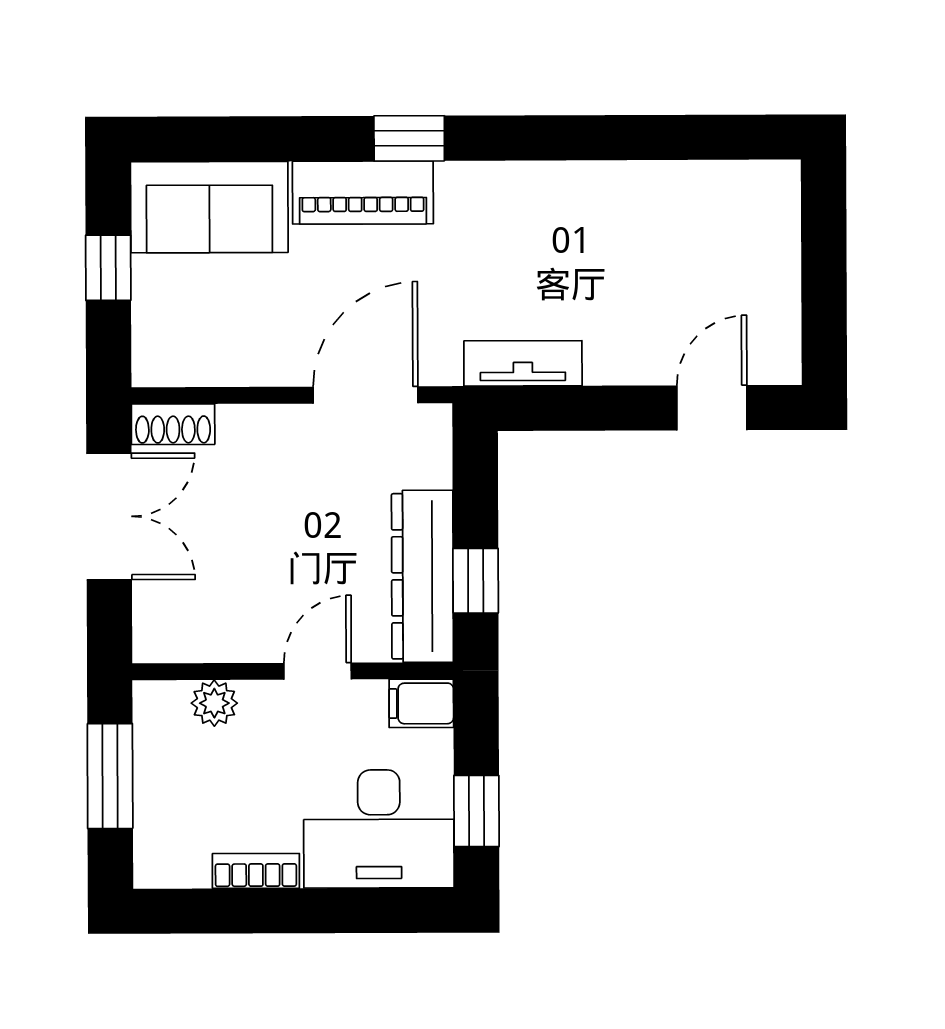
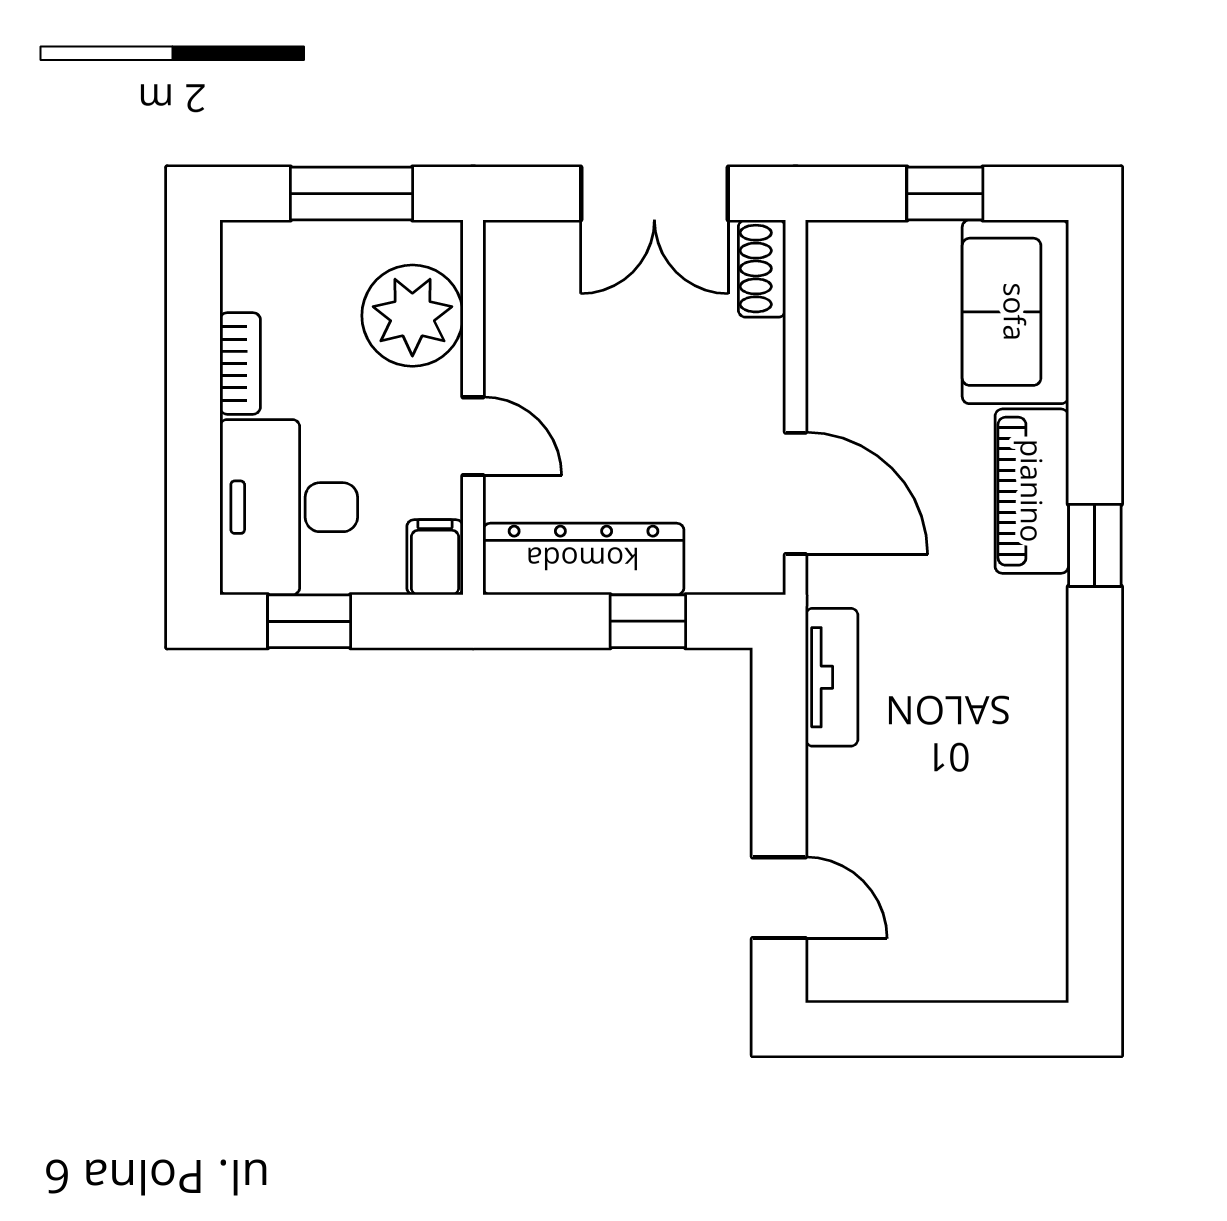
window: (476, 581) -> (648, 621), moved
plant: (214, 703) -> (412, 316), width x1.87, depth x1.87

